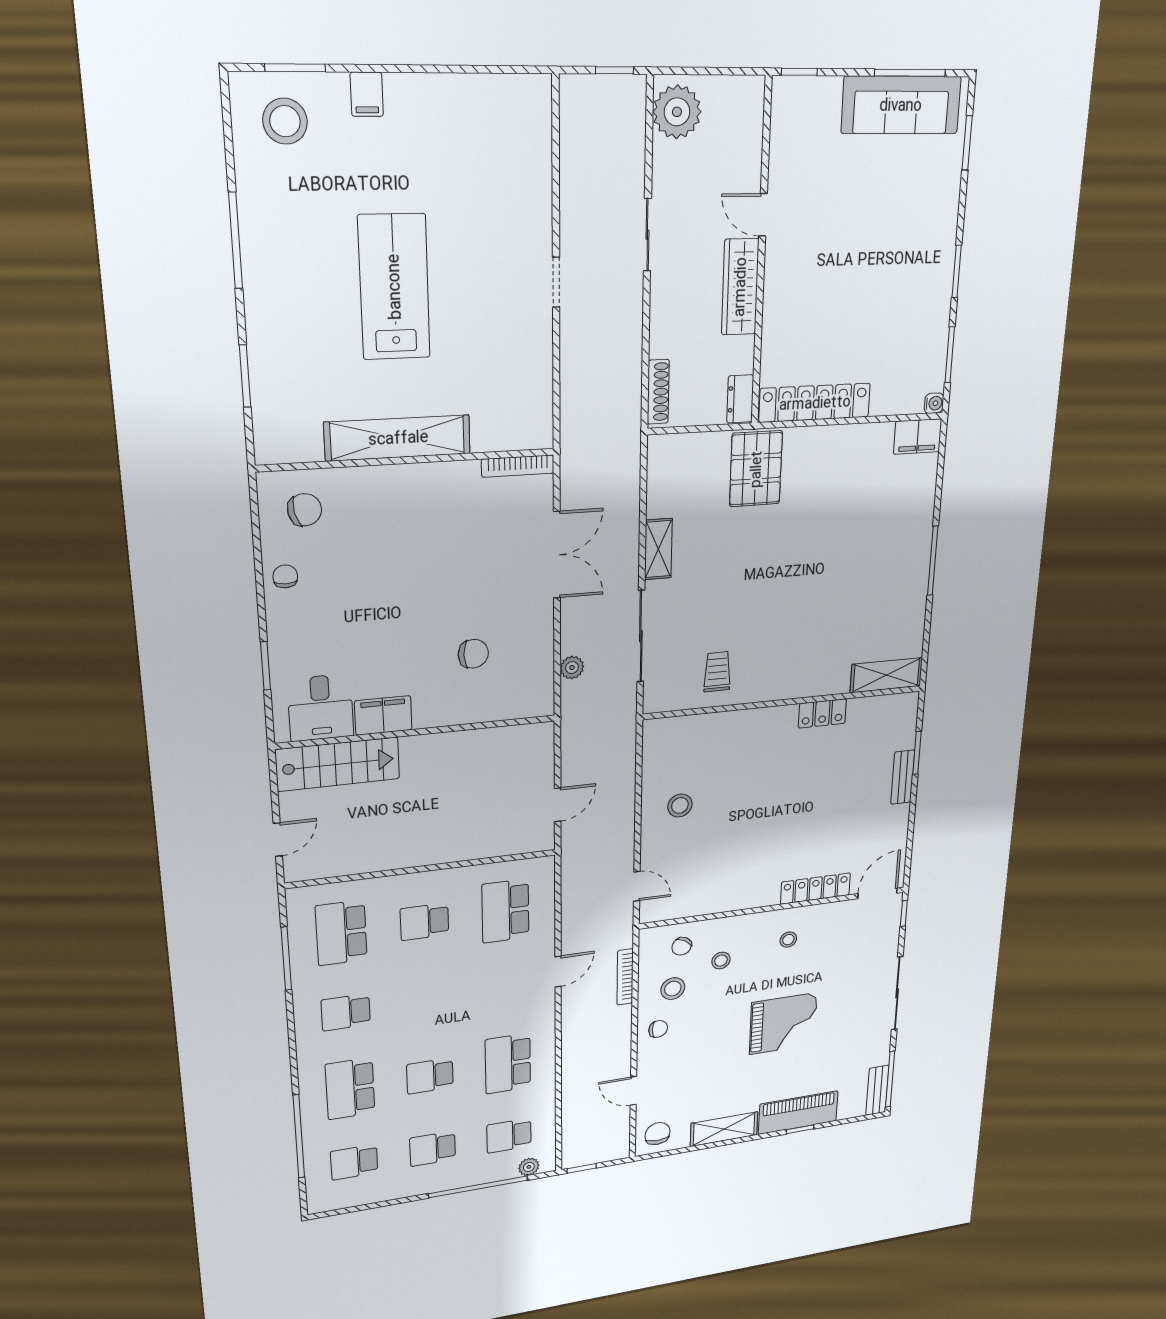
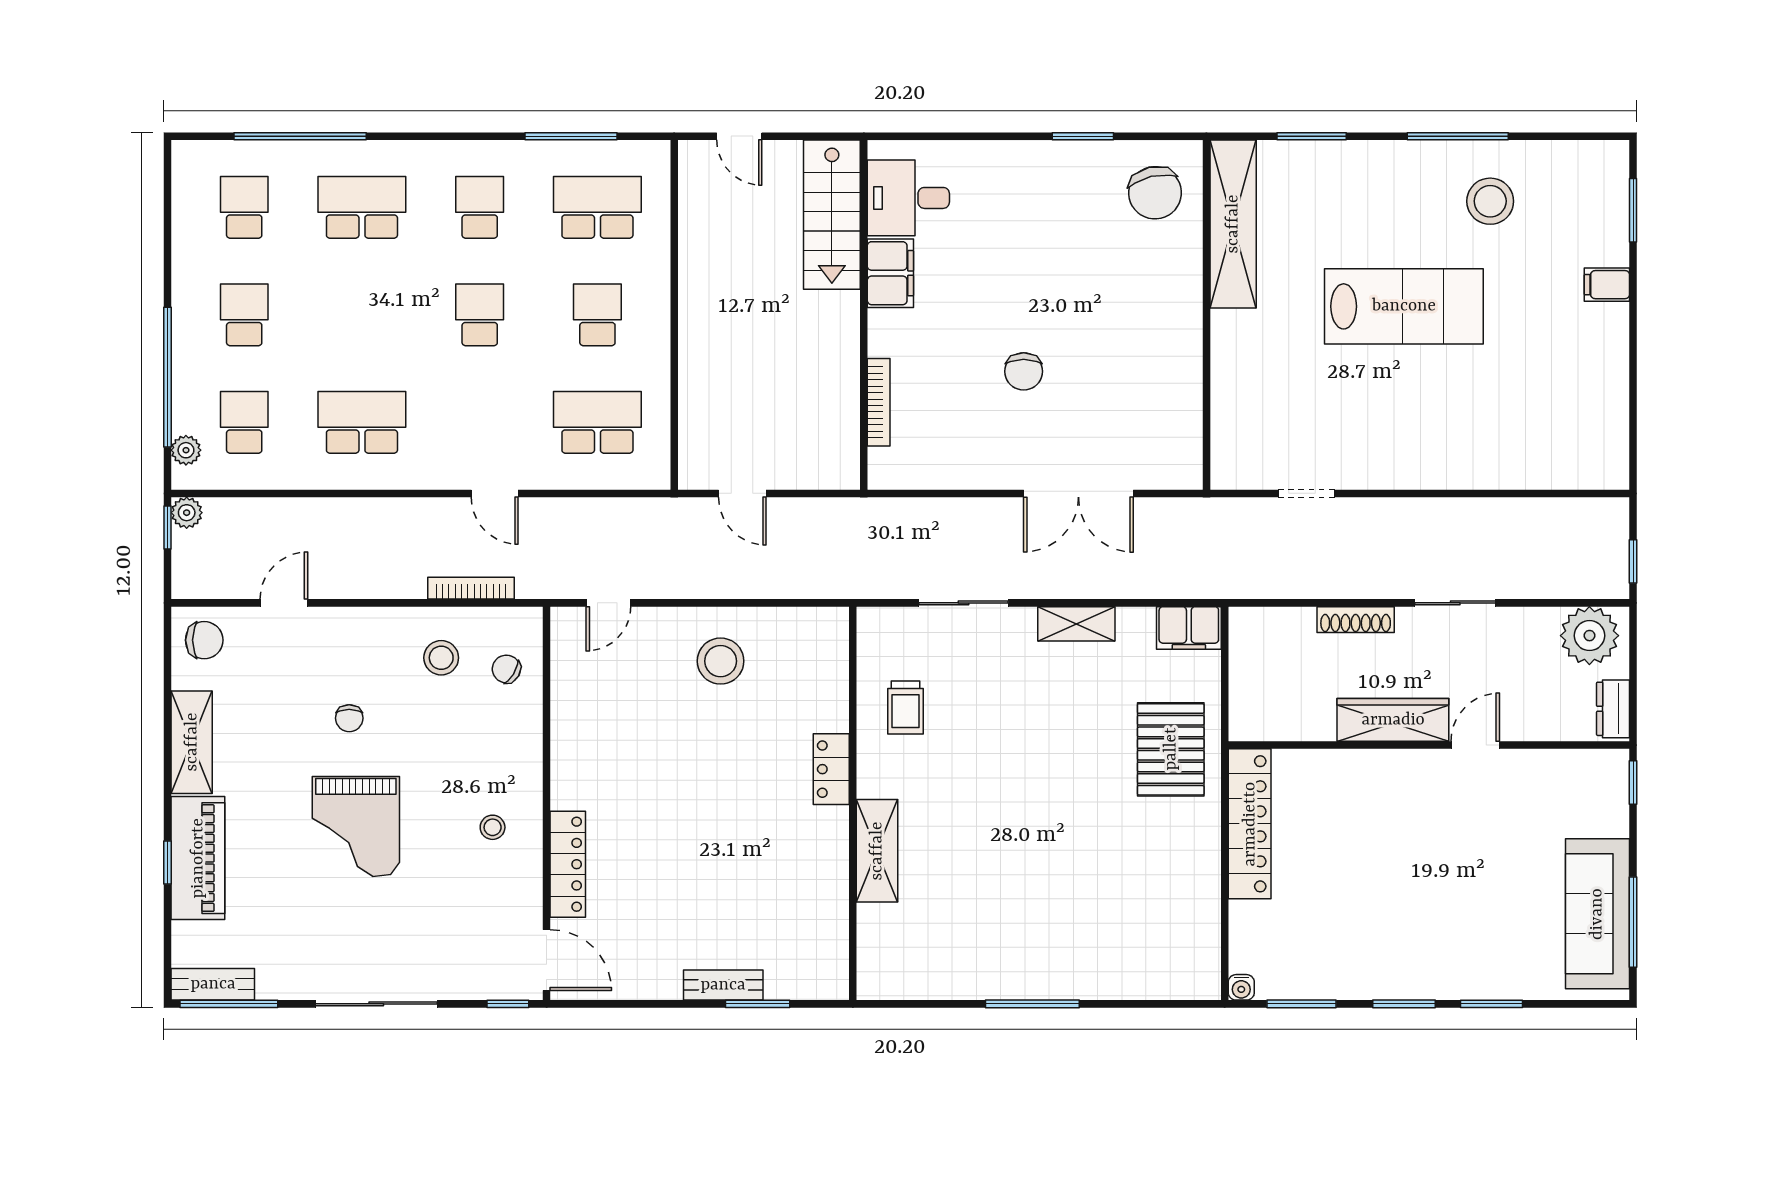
stool: (285, 121) -> (1490, 201), moved
window: (967, 143) -> (1491, 1004), moved
doorway: (556, 282) -> (1306, 493), moved
shoe rack: (658, 392) -> (1356, 620), moved
dresser: (740, 399) -> (1613, 709), moved, turned -90
filing cabinet: (918, 437) -> (1189, 628), moved, turned -90
shelving: (398, 438) -> (1233, 224), moved
bookcase: (518, 466) -> (879, 402), moved, turned 180
pallet: (756, 469) -> (1171, 749), turned 90
chair: (305, 510) -> (1155, 193), width x1.37, depth x1.37
chair: (285, 576) -> (1077, 166), removed
sliding door: (641, 636) -> (963, 603), width x0.73
chair: (473, 654) -> (1024, 371), moved
window: (266, 666) -> (1083, 136), moved
plant: (572, 668) -> (187, 513), moved
trolley: (717, 672) -> (905, 707), turned 90
shelving: (886, 675) -> (877, 851), moved
locker: (822, 713) -> (831, 769), moved
stool: (680, 805) -> (721, 661), width x1.38, depth x1.38
stool: (721, 961) -> (475, 727), removed
chair: (658, 1029) -> (349, 718), moved
school desk: (430, 1076) -> (480, 315), moved

